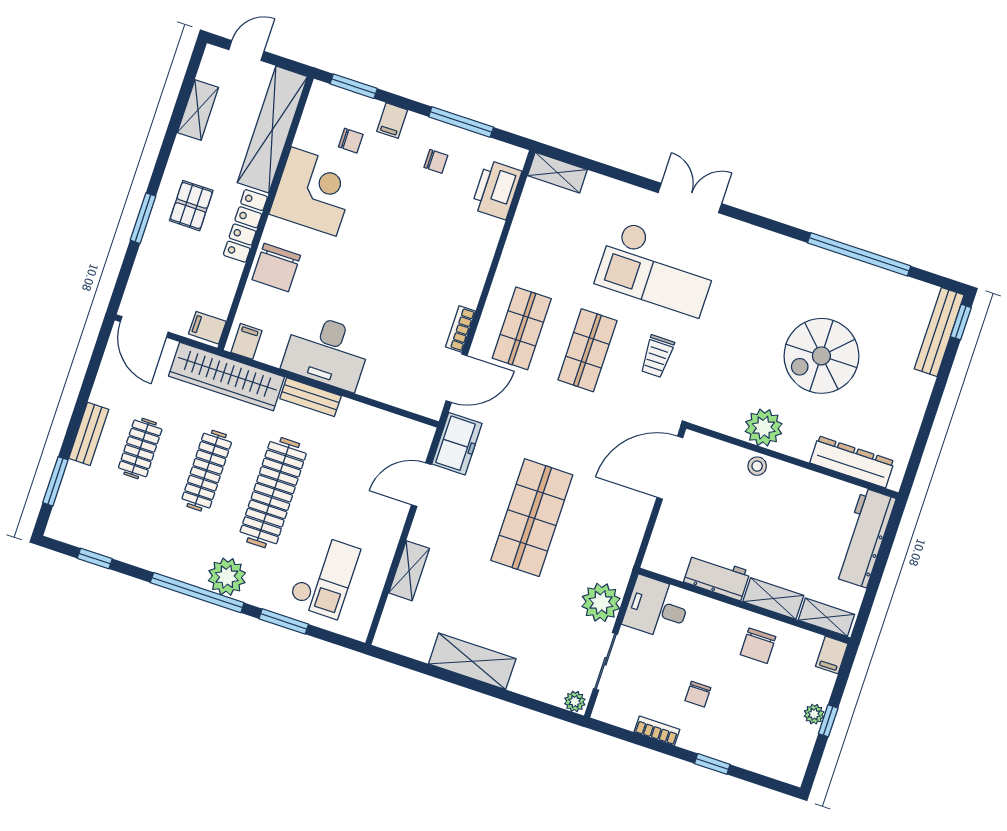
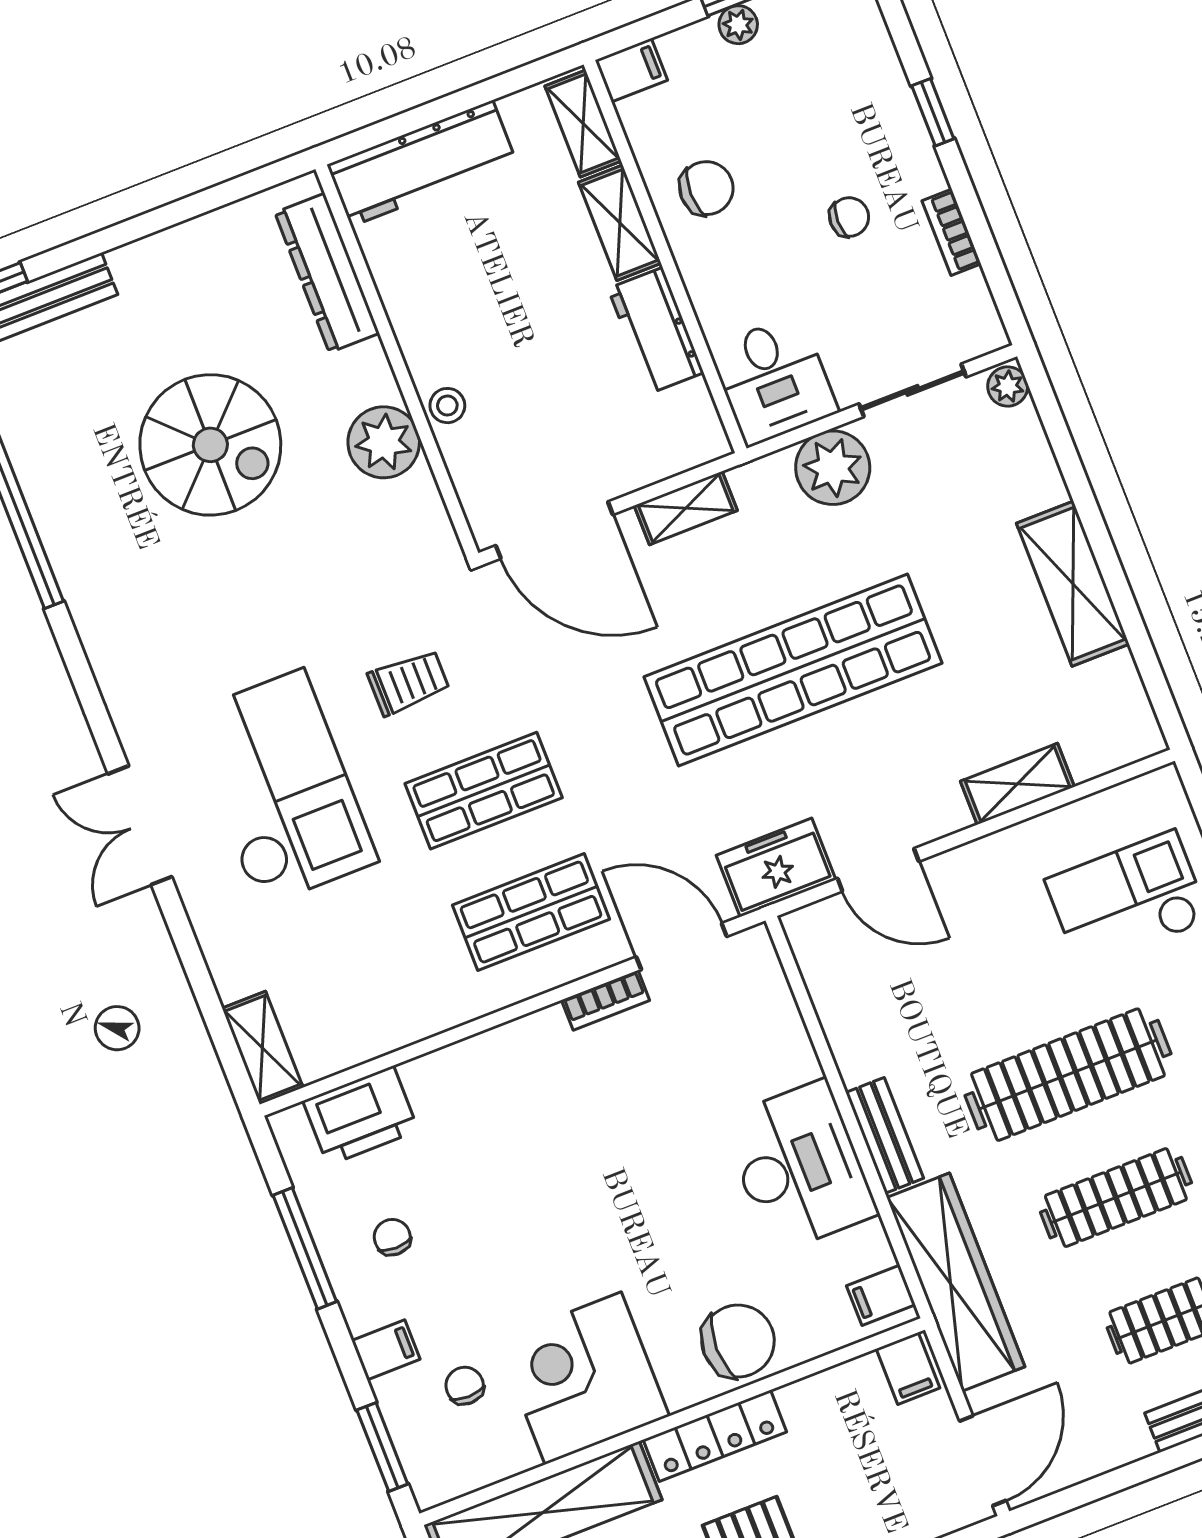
shop shelf: (532, 518) -> (793, 670), width x1.40
shelving: (634, 529) -> (686, 508), added

